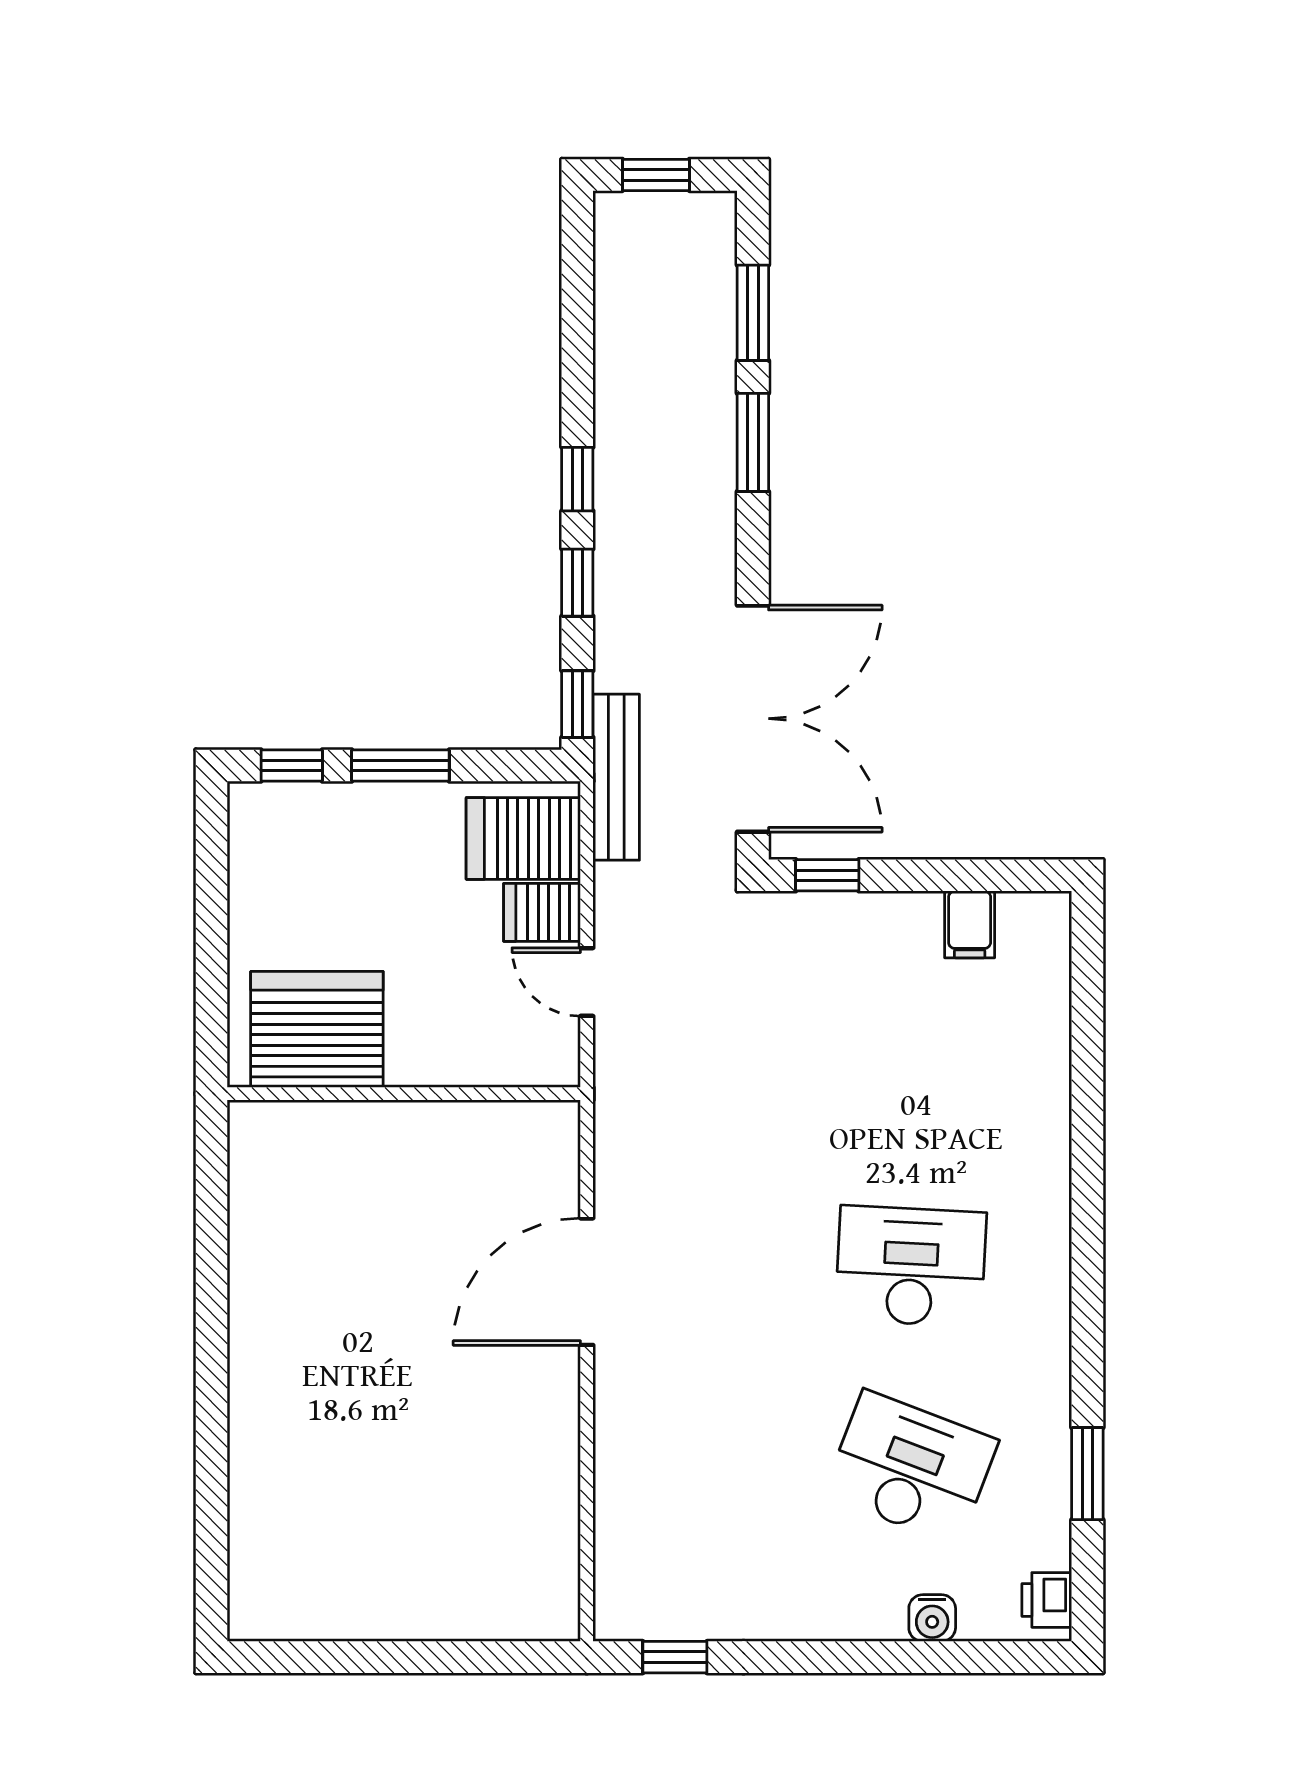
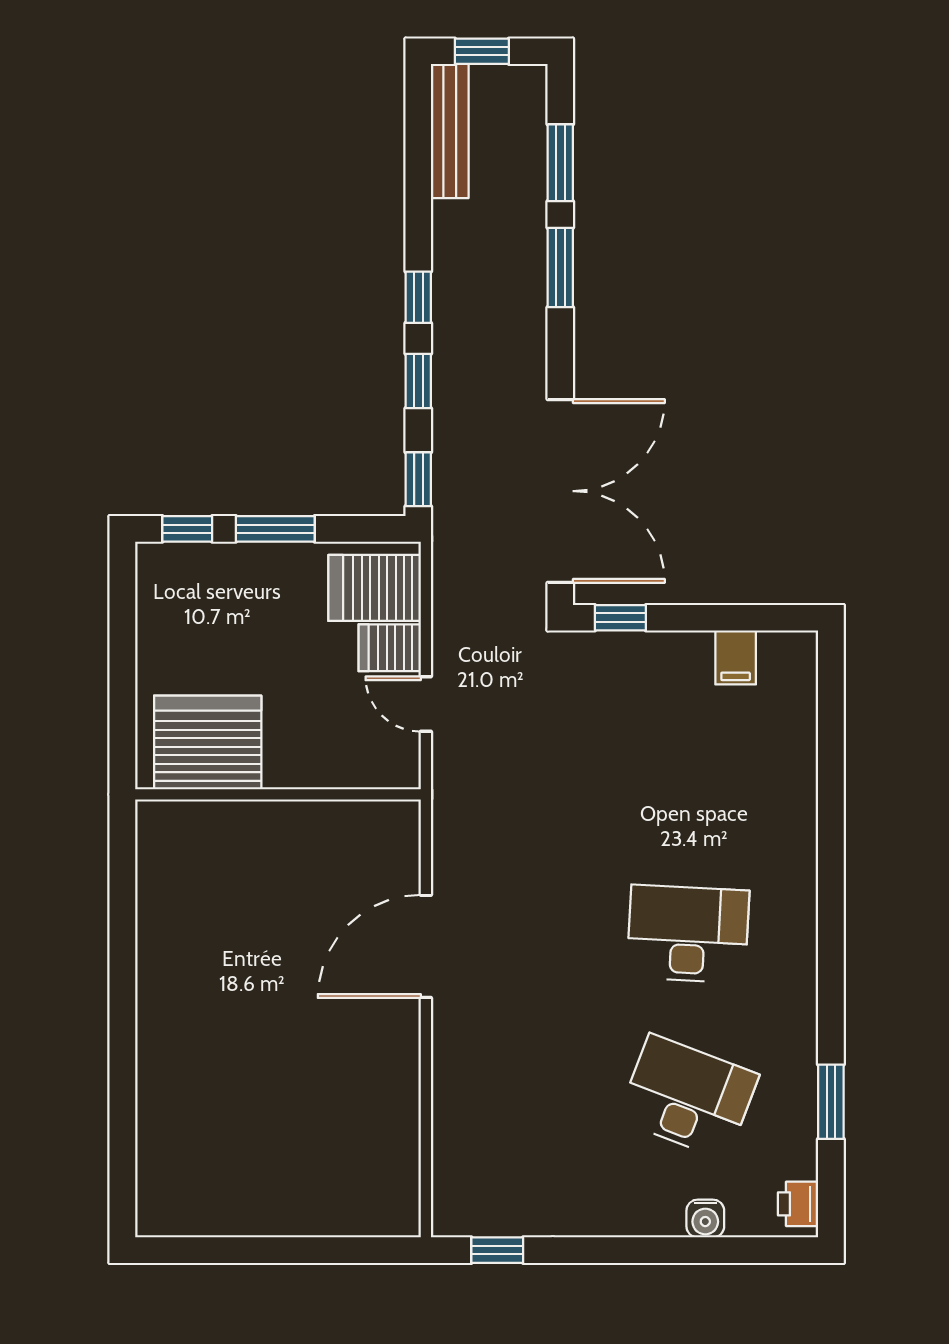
bench: (616, 777) -> (450, 131), moved

